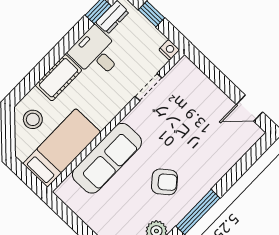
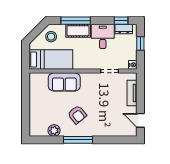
window: (42, 68) -> (76, 21), added
tv unit: (204, 85) -> (132, 93), added
sofa: (107, 158) -> (64, 82), width x0.73

